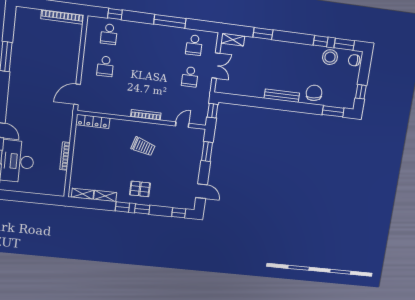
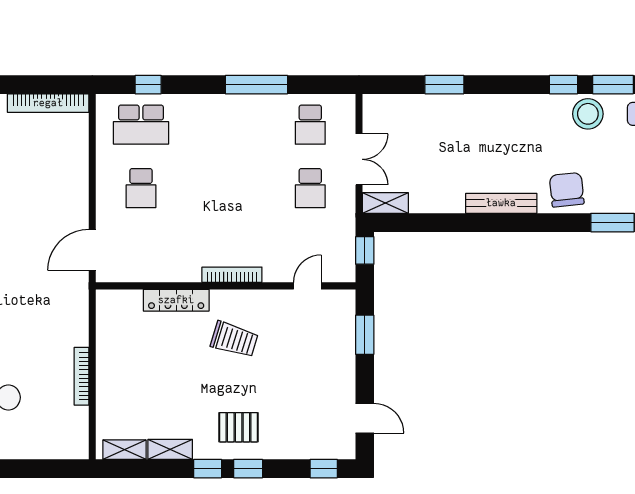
school desk: (109, 34) -> (141, 125), width x1.85
shelving: (233, 40) -> (385, 203), moved
locker: (93, 121) -> (176, 300), moved

